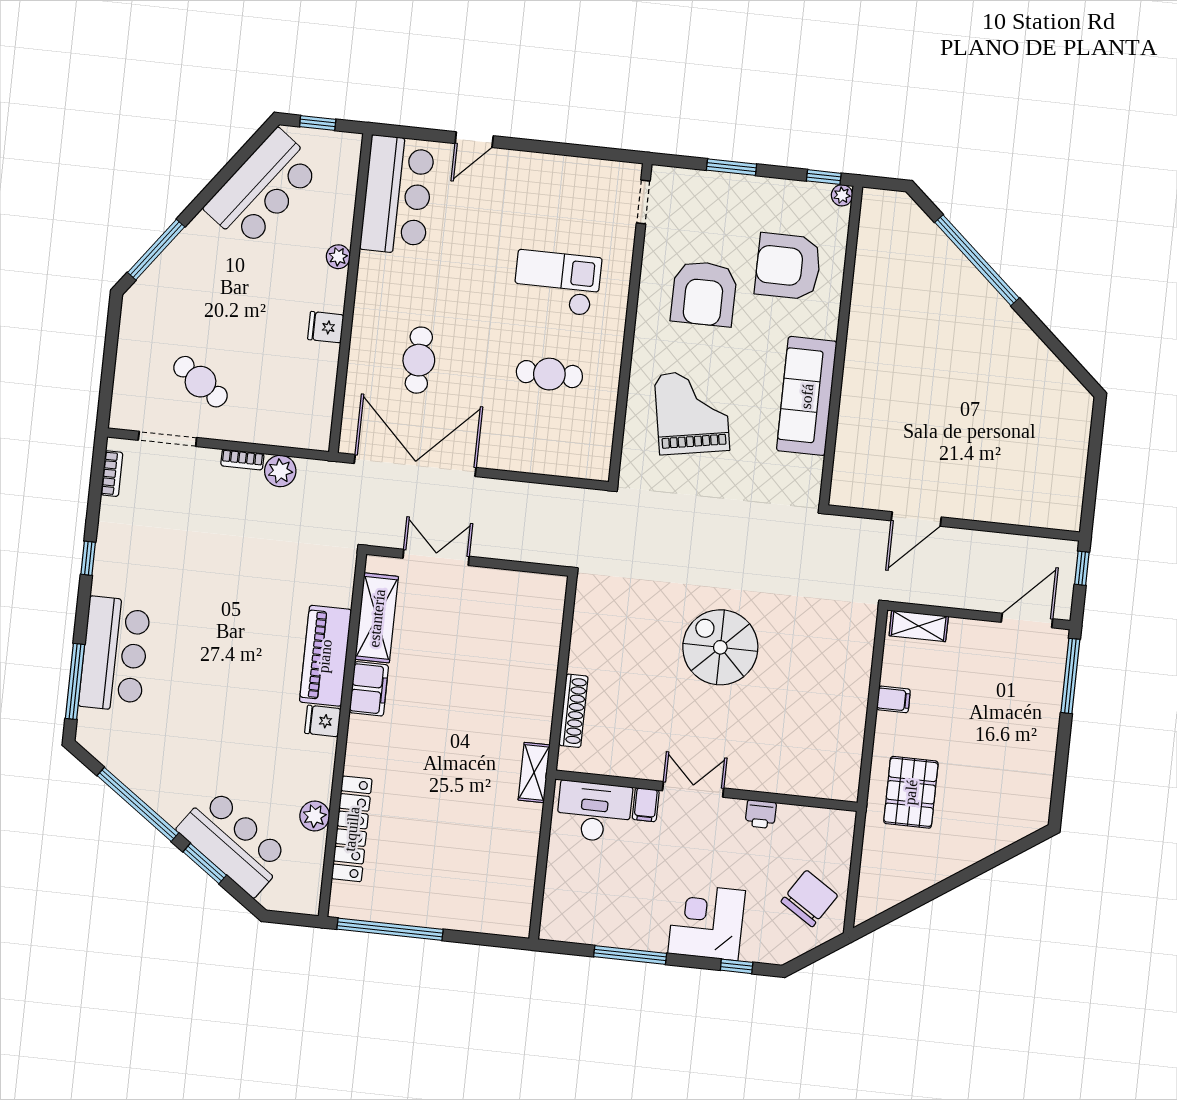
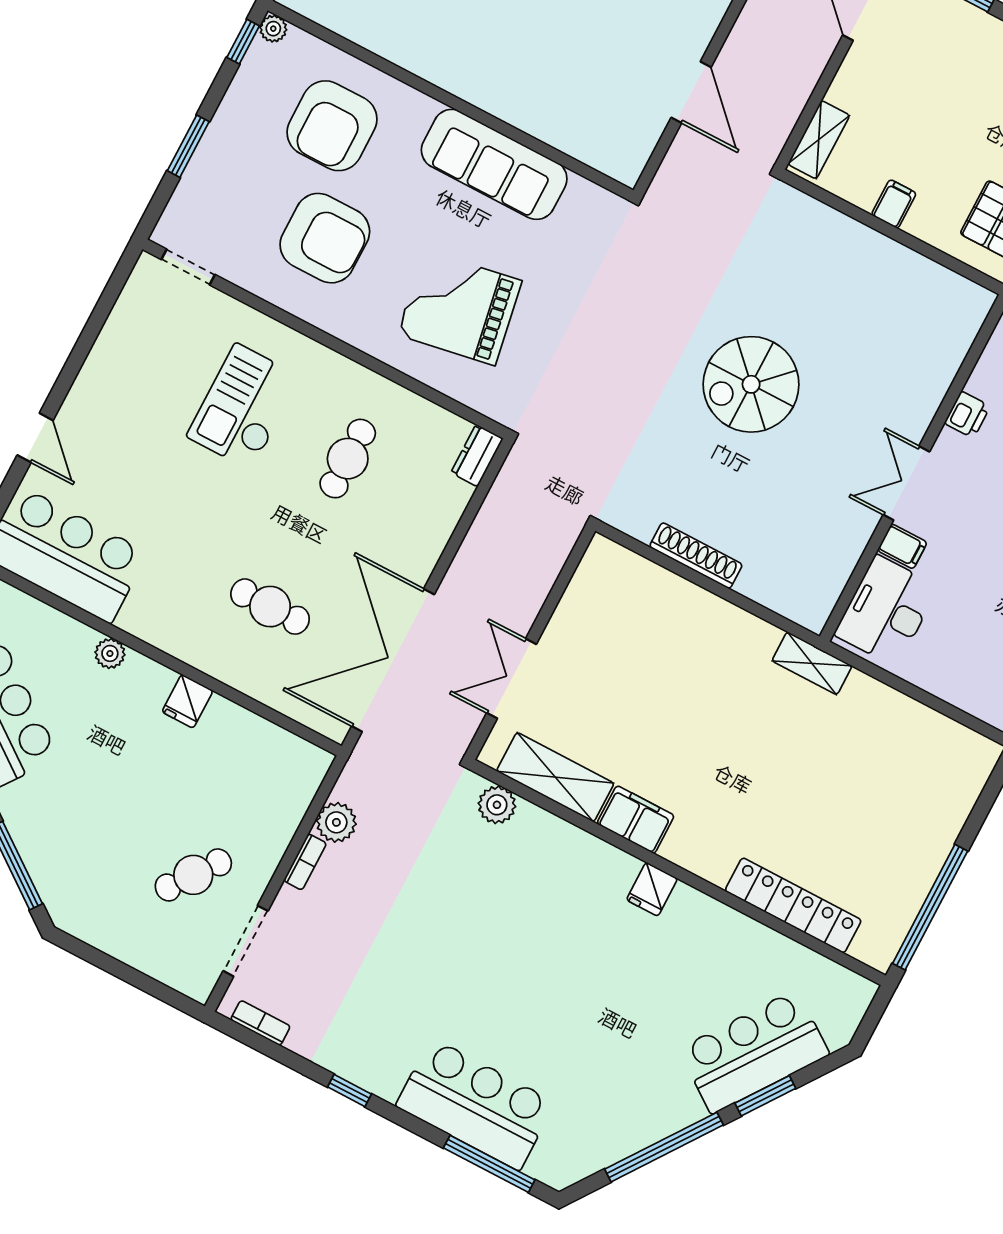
dresser: (589, 468) -> (477, 456), added
piano: (325, 656) -> (576, 855), removed
shoe rack: (573, 711) -> (696, 556), moved
plant: (315, 816) -> (497, 805), moved

